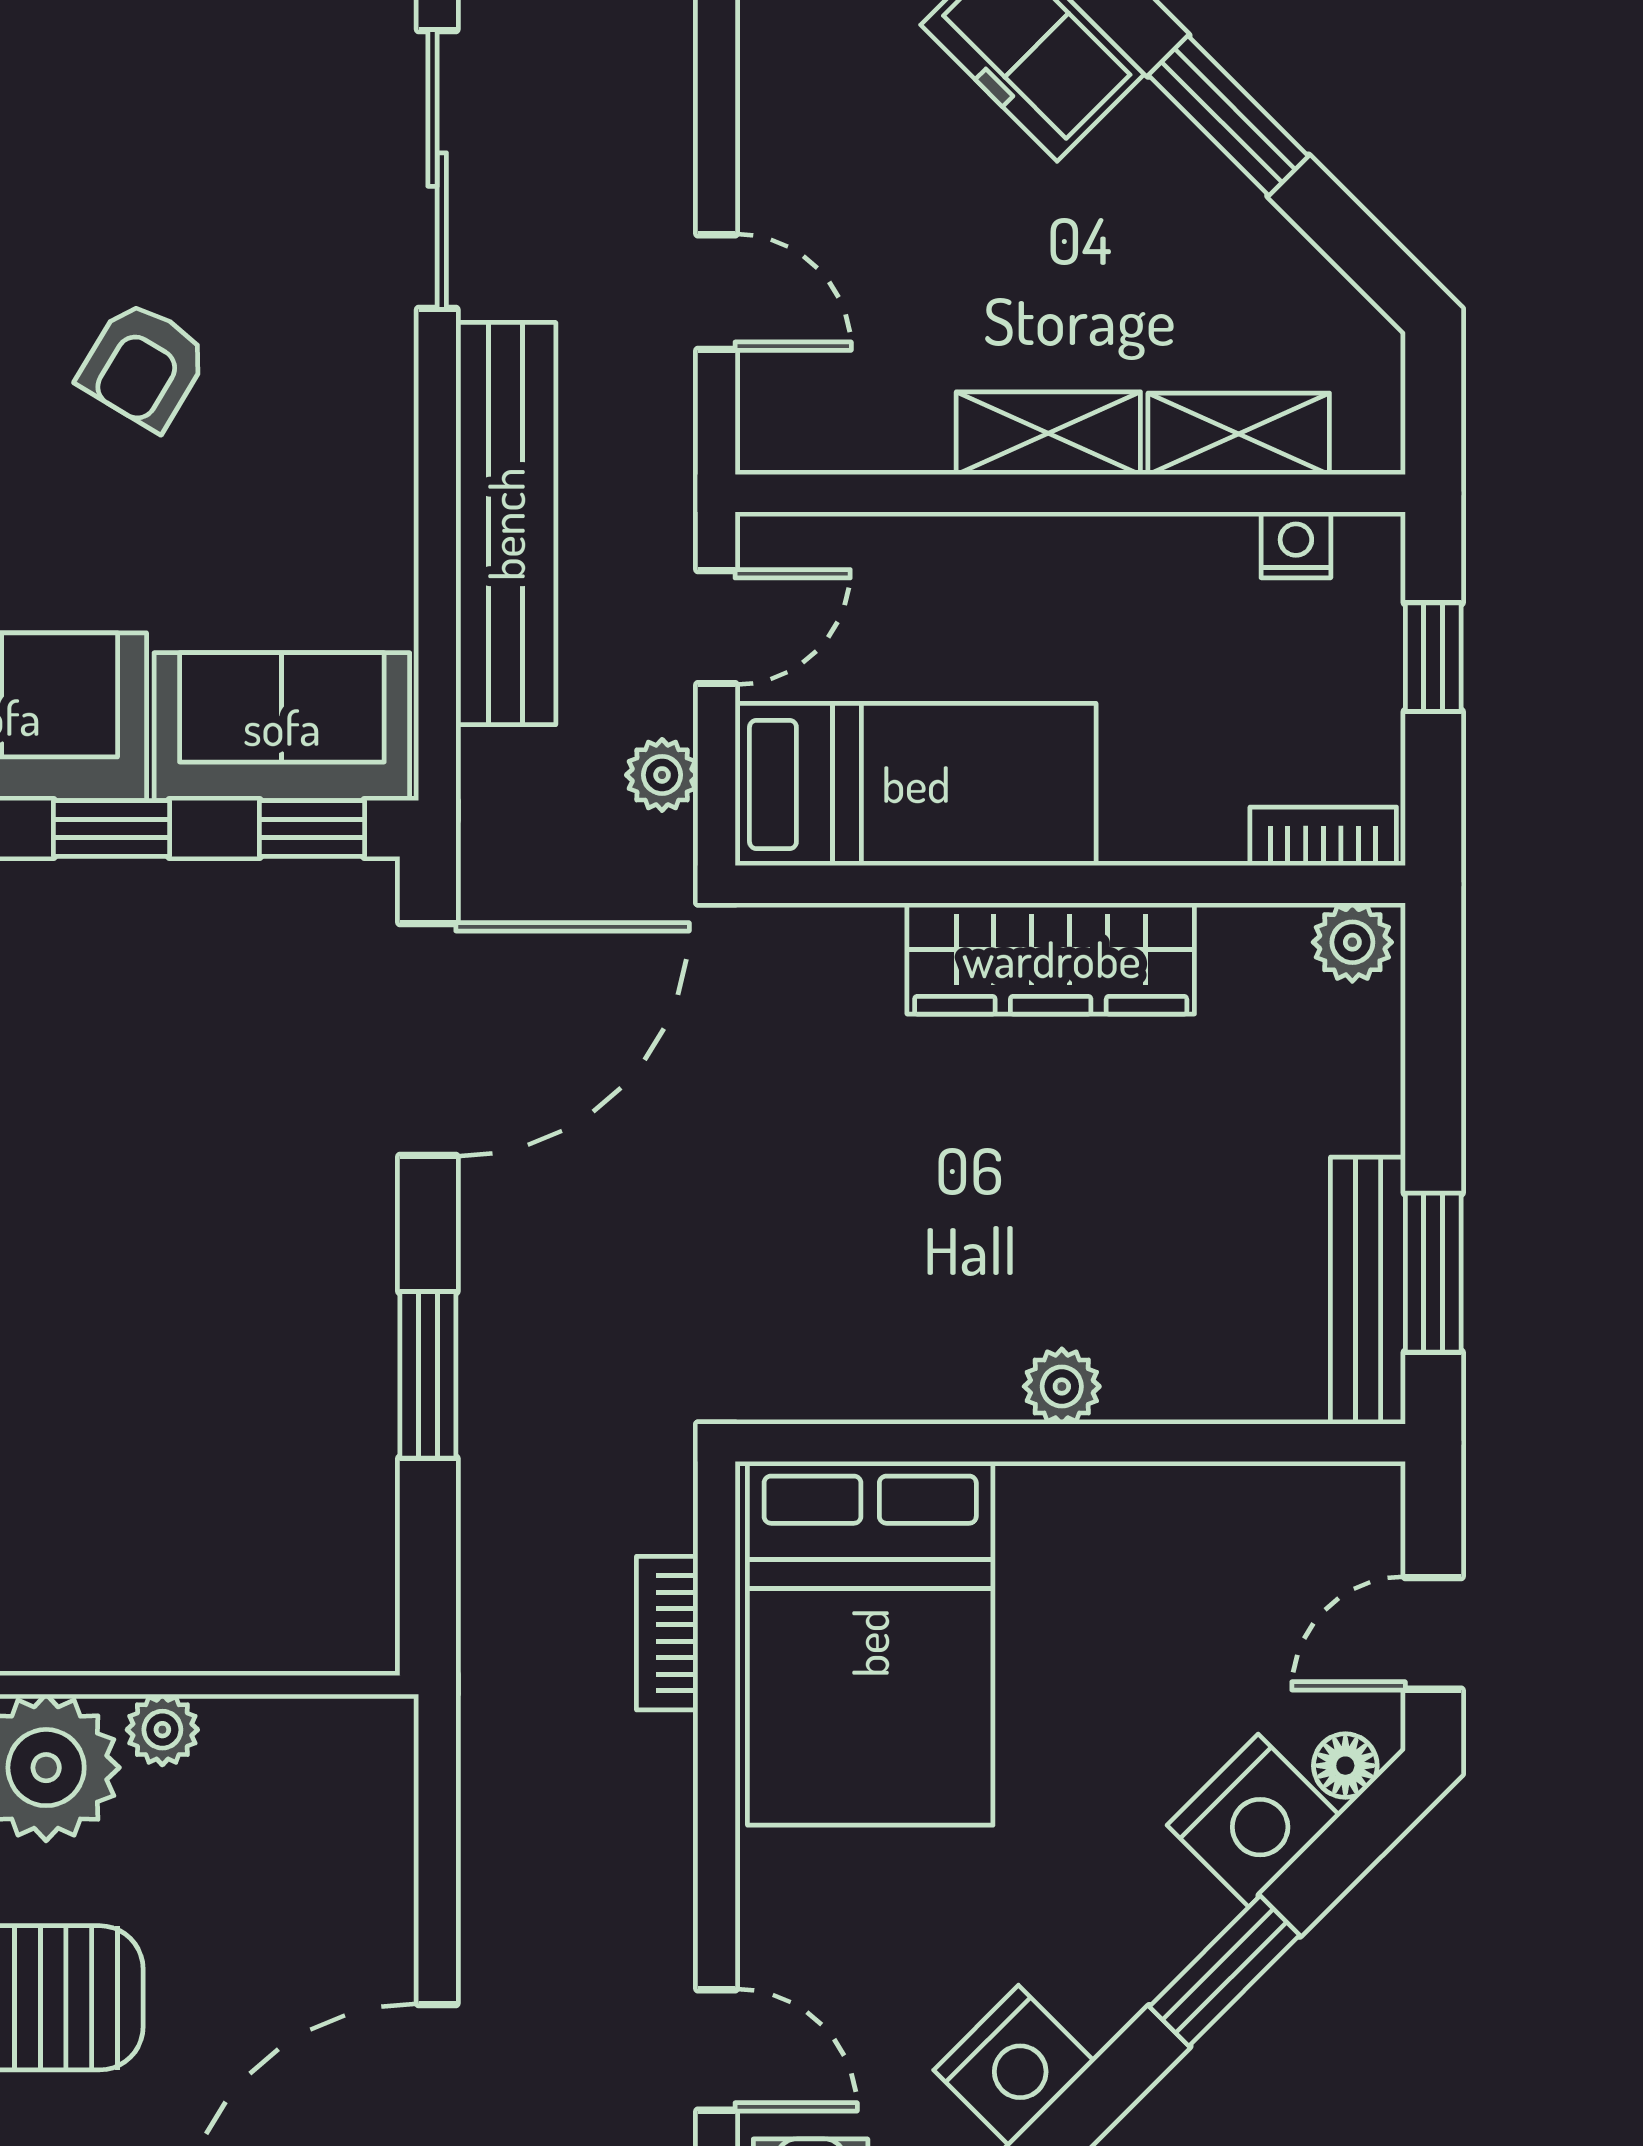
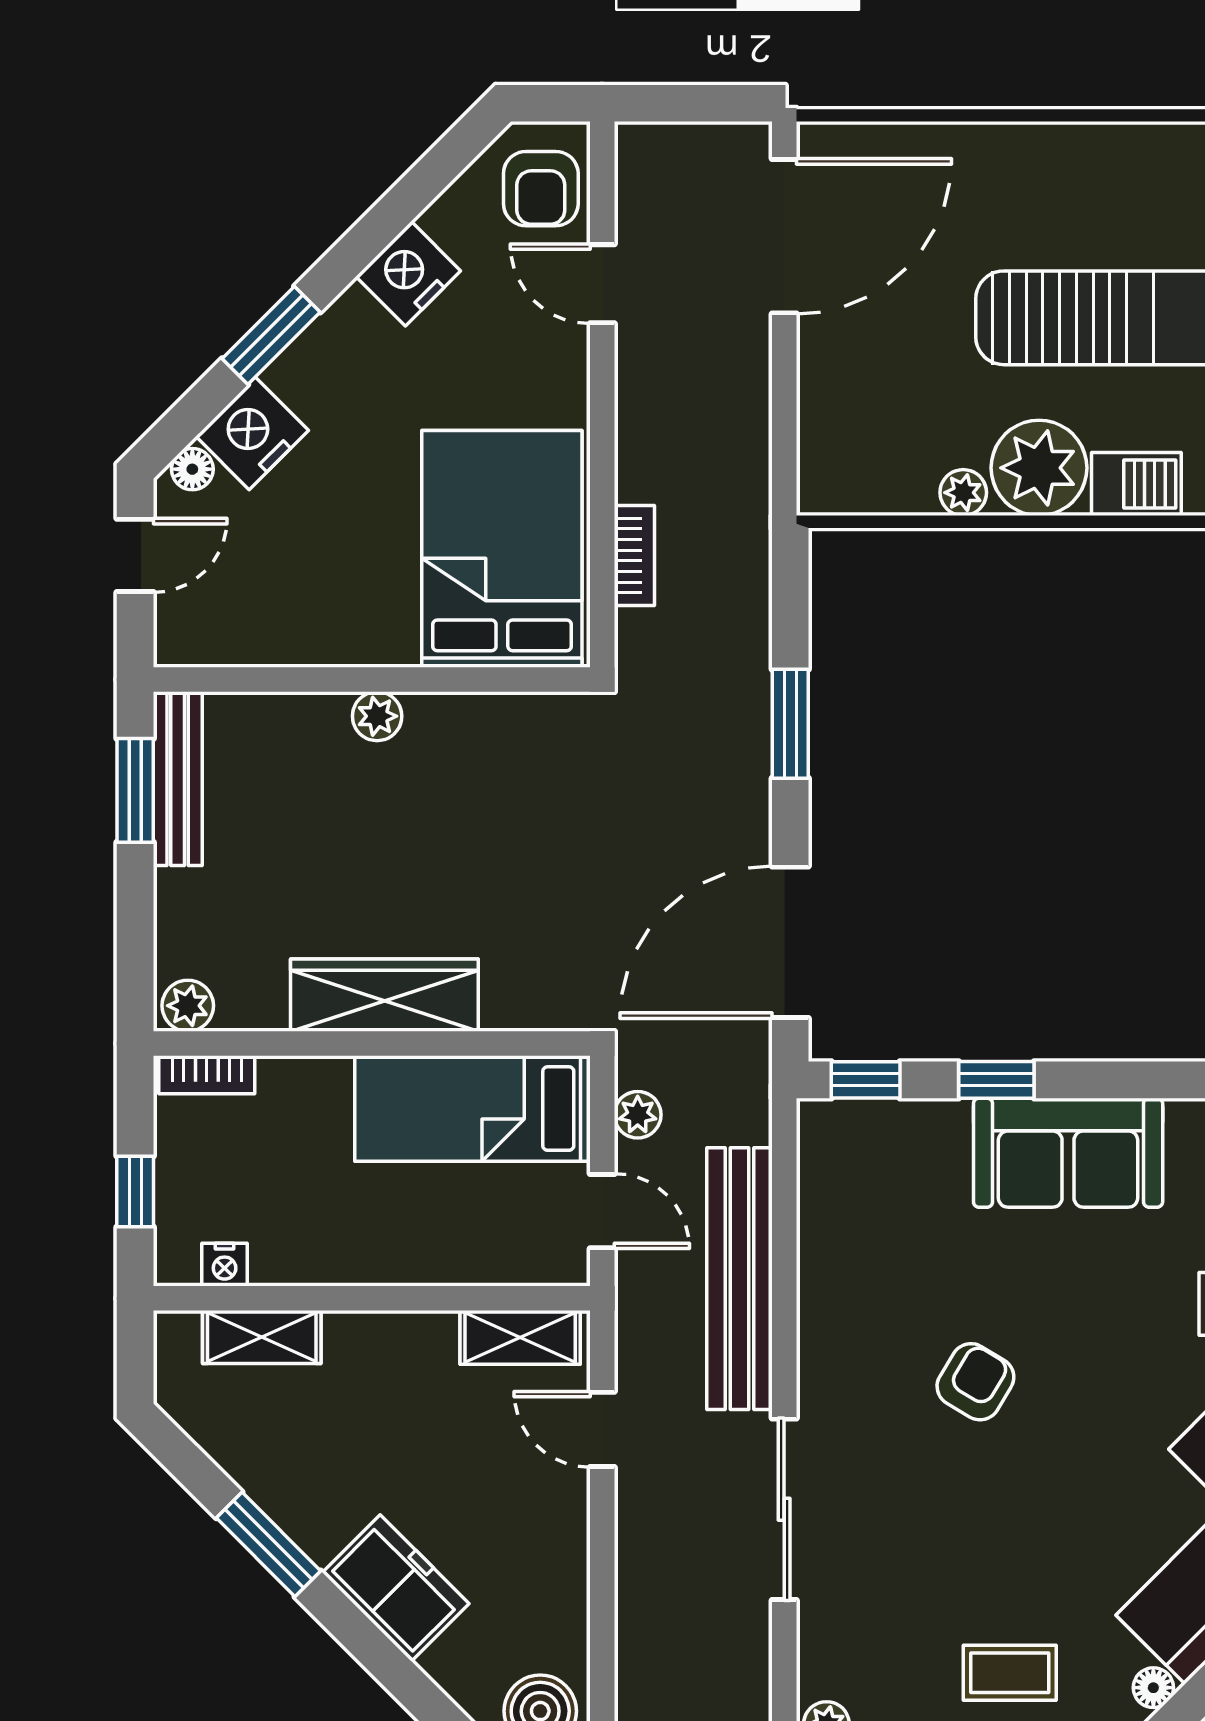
shelving: (1048, 433) -> (520, 1337), moved
door: (716, 627) -> (602, 1211), swing flipped
sofa: (282, 727) -> (885, 1146), removed

